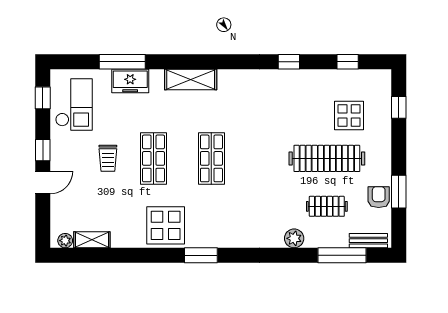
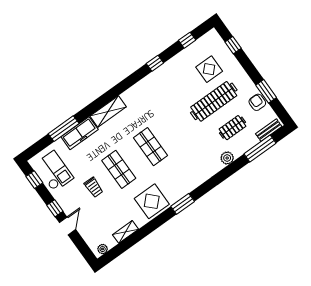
freezer: (130, 81) -> (80, 133), width x1.40
shelving: (92, 240) -> (125, 232), moved

